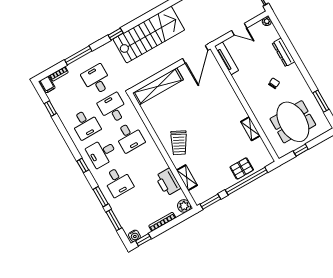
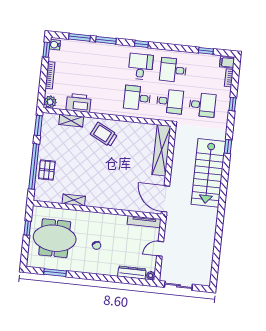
dresser: (283, 52) -> (132, 273), moved
window: (78, 55) -> (232, 104), width x0.46
desk: (118, 182) -> (108, 63), removed

